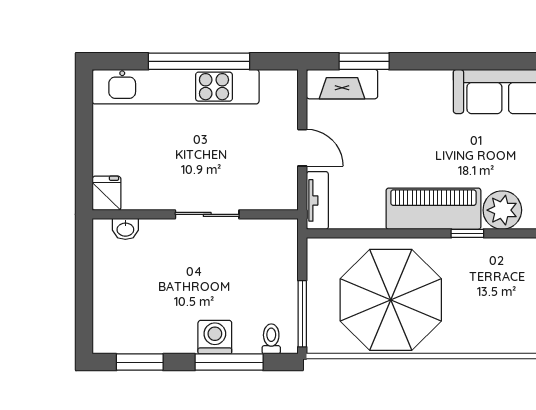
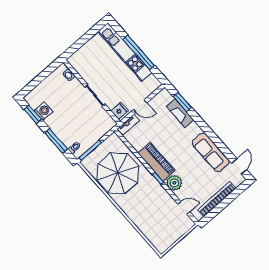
fireplace: (342, 84) -> (180, 113), moved
door: (302, 148) -> (140, 106), hinge flipped
fridge: (107, 193) -> (120, 111), moved
washing machine: (215, 337) -> (43, 111), moved

